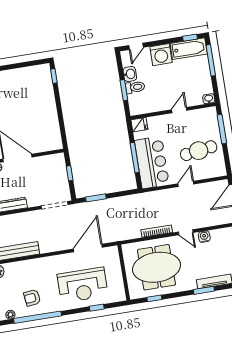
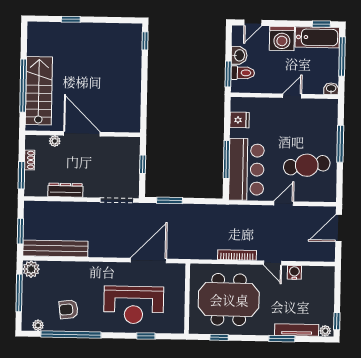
washbasin: (209, 99) -> (331, 89), moved
door: (179, 110) -> (292, 96), moved
wall: (173, 111) -> (284, 96), moved

